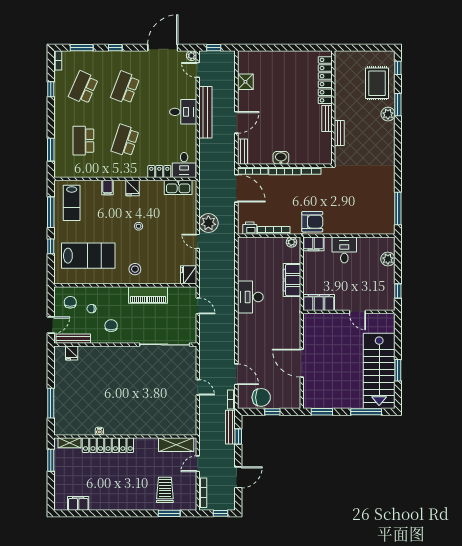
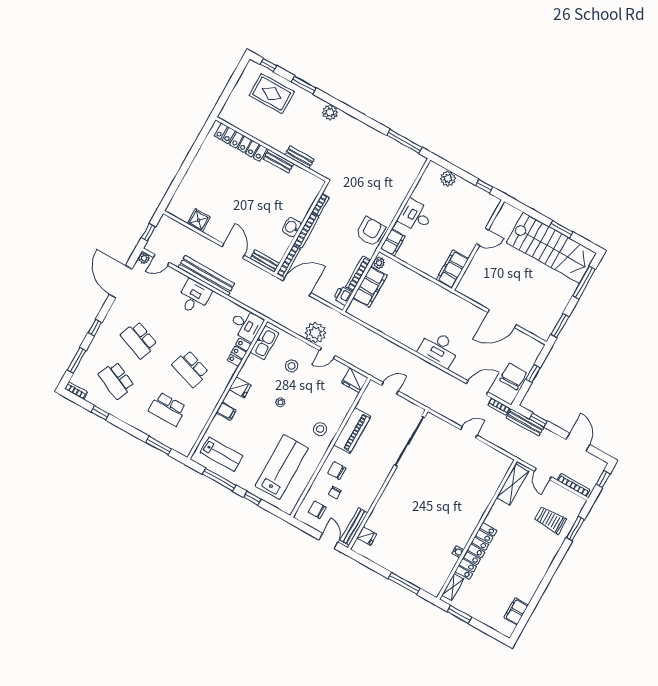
plant: (388, 114) -> (330, 112), moved
stool: (172, 219) -> (292, 366), added
filing cabinet: (292, 280) -> (370, 287), moved, turned -90
desk: (250, 297) -> (439, 349), moved
chair: (111, 326) -> (337, 471), moved

